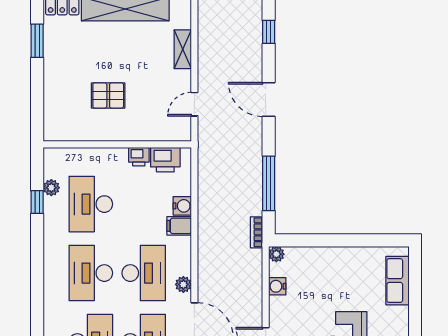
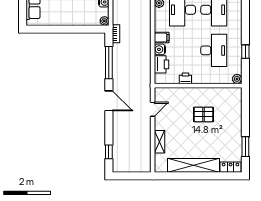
door: (269, 100) -> (109, 101), moved
printer: (165, 160) -> (162, 64), moved, turned 90
plant: (51, 188) -> (237, 79), moved

